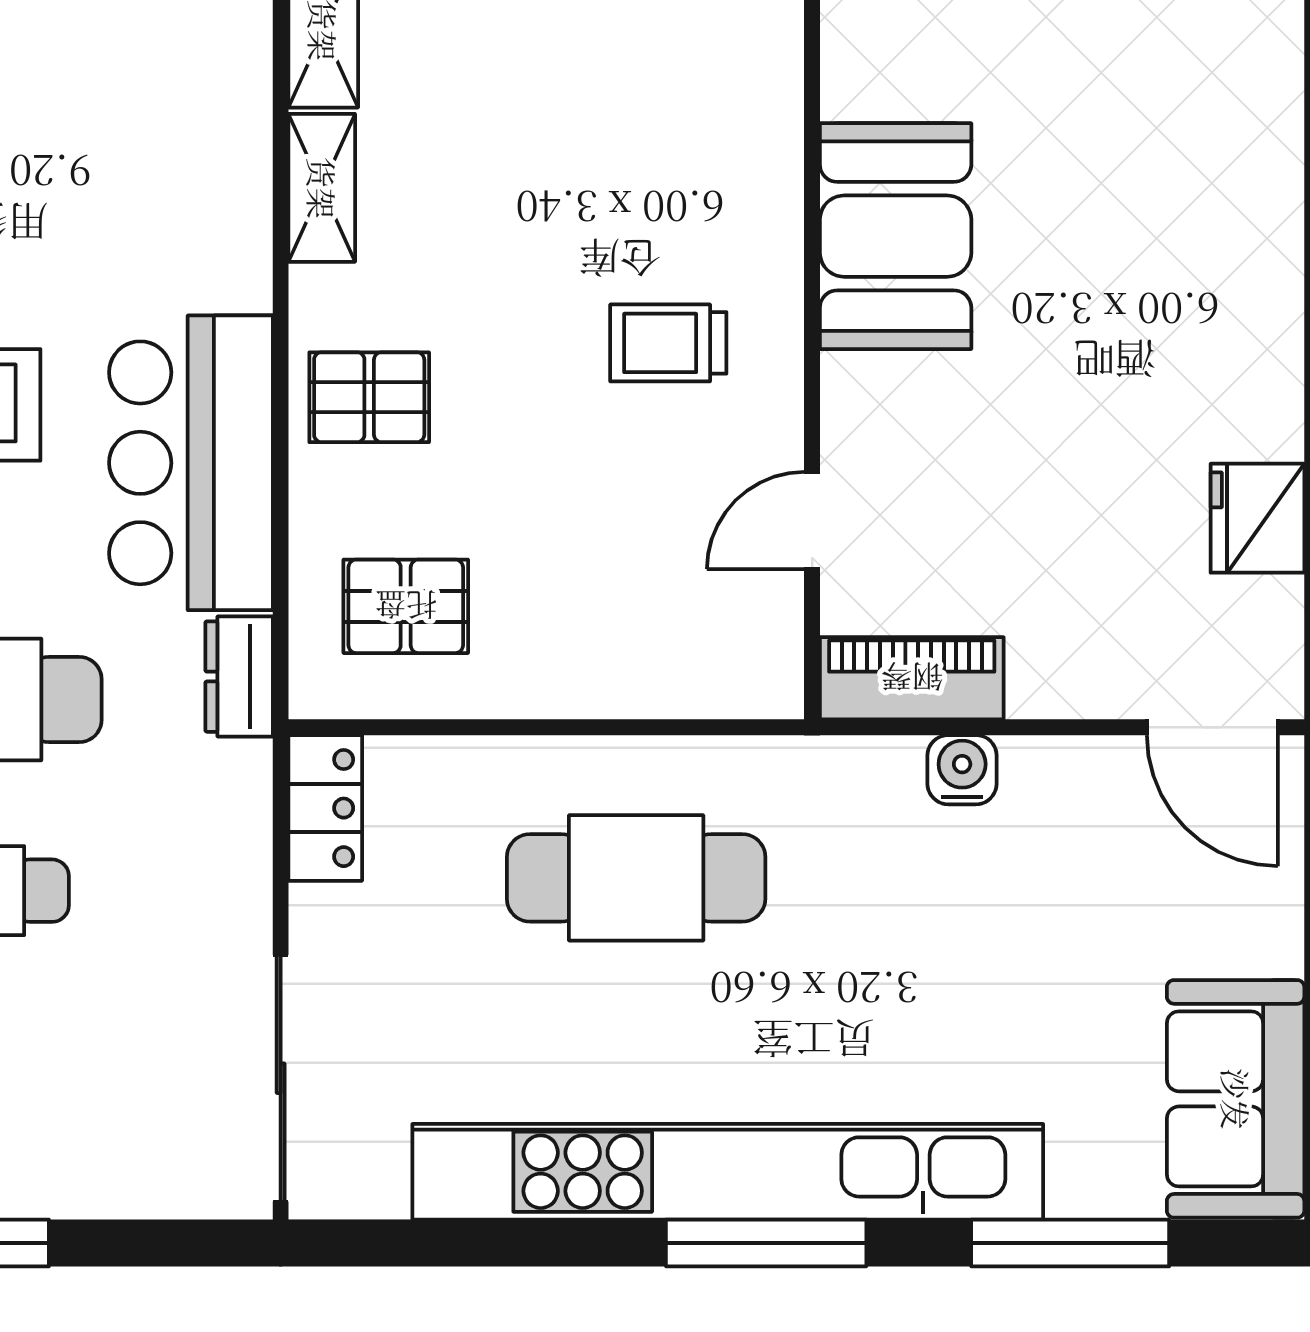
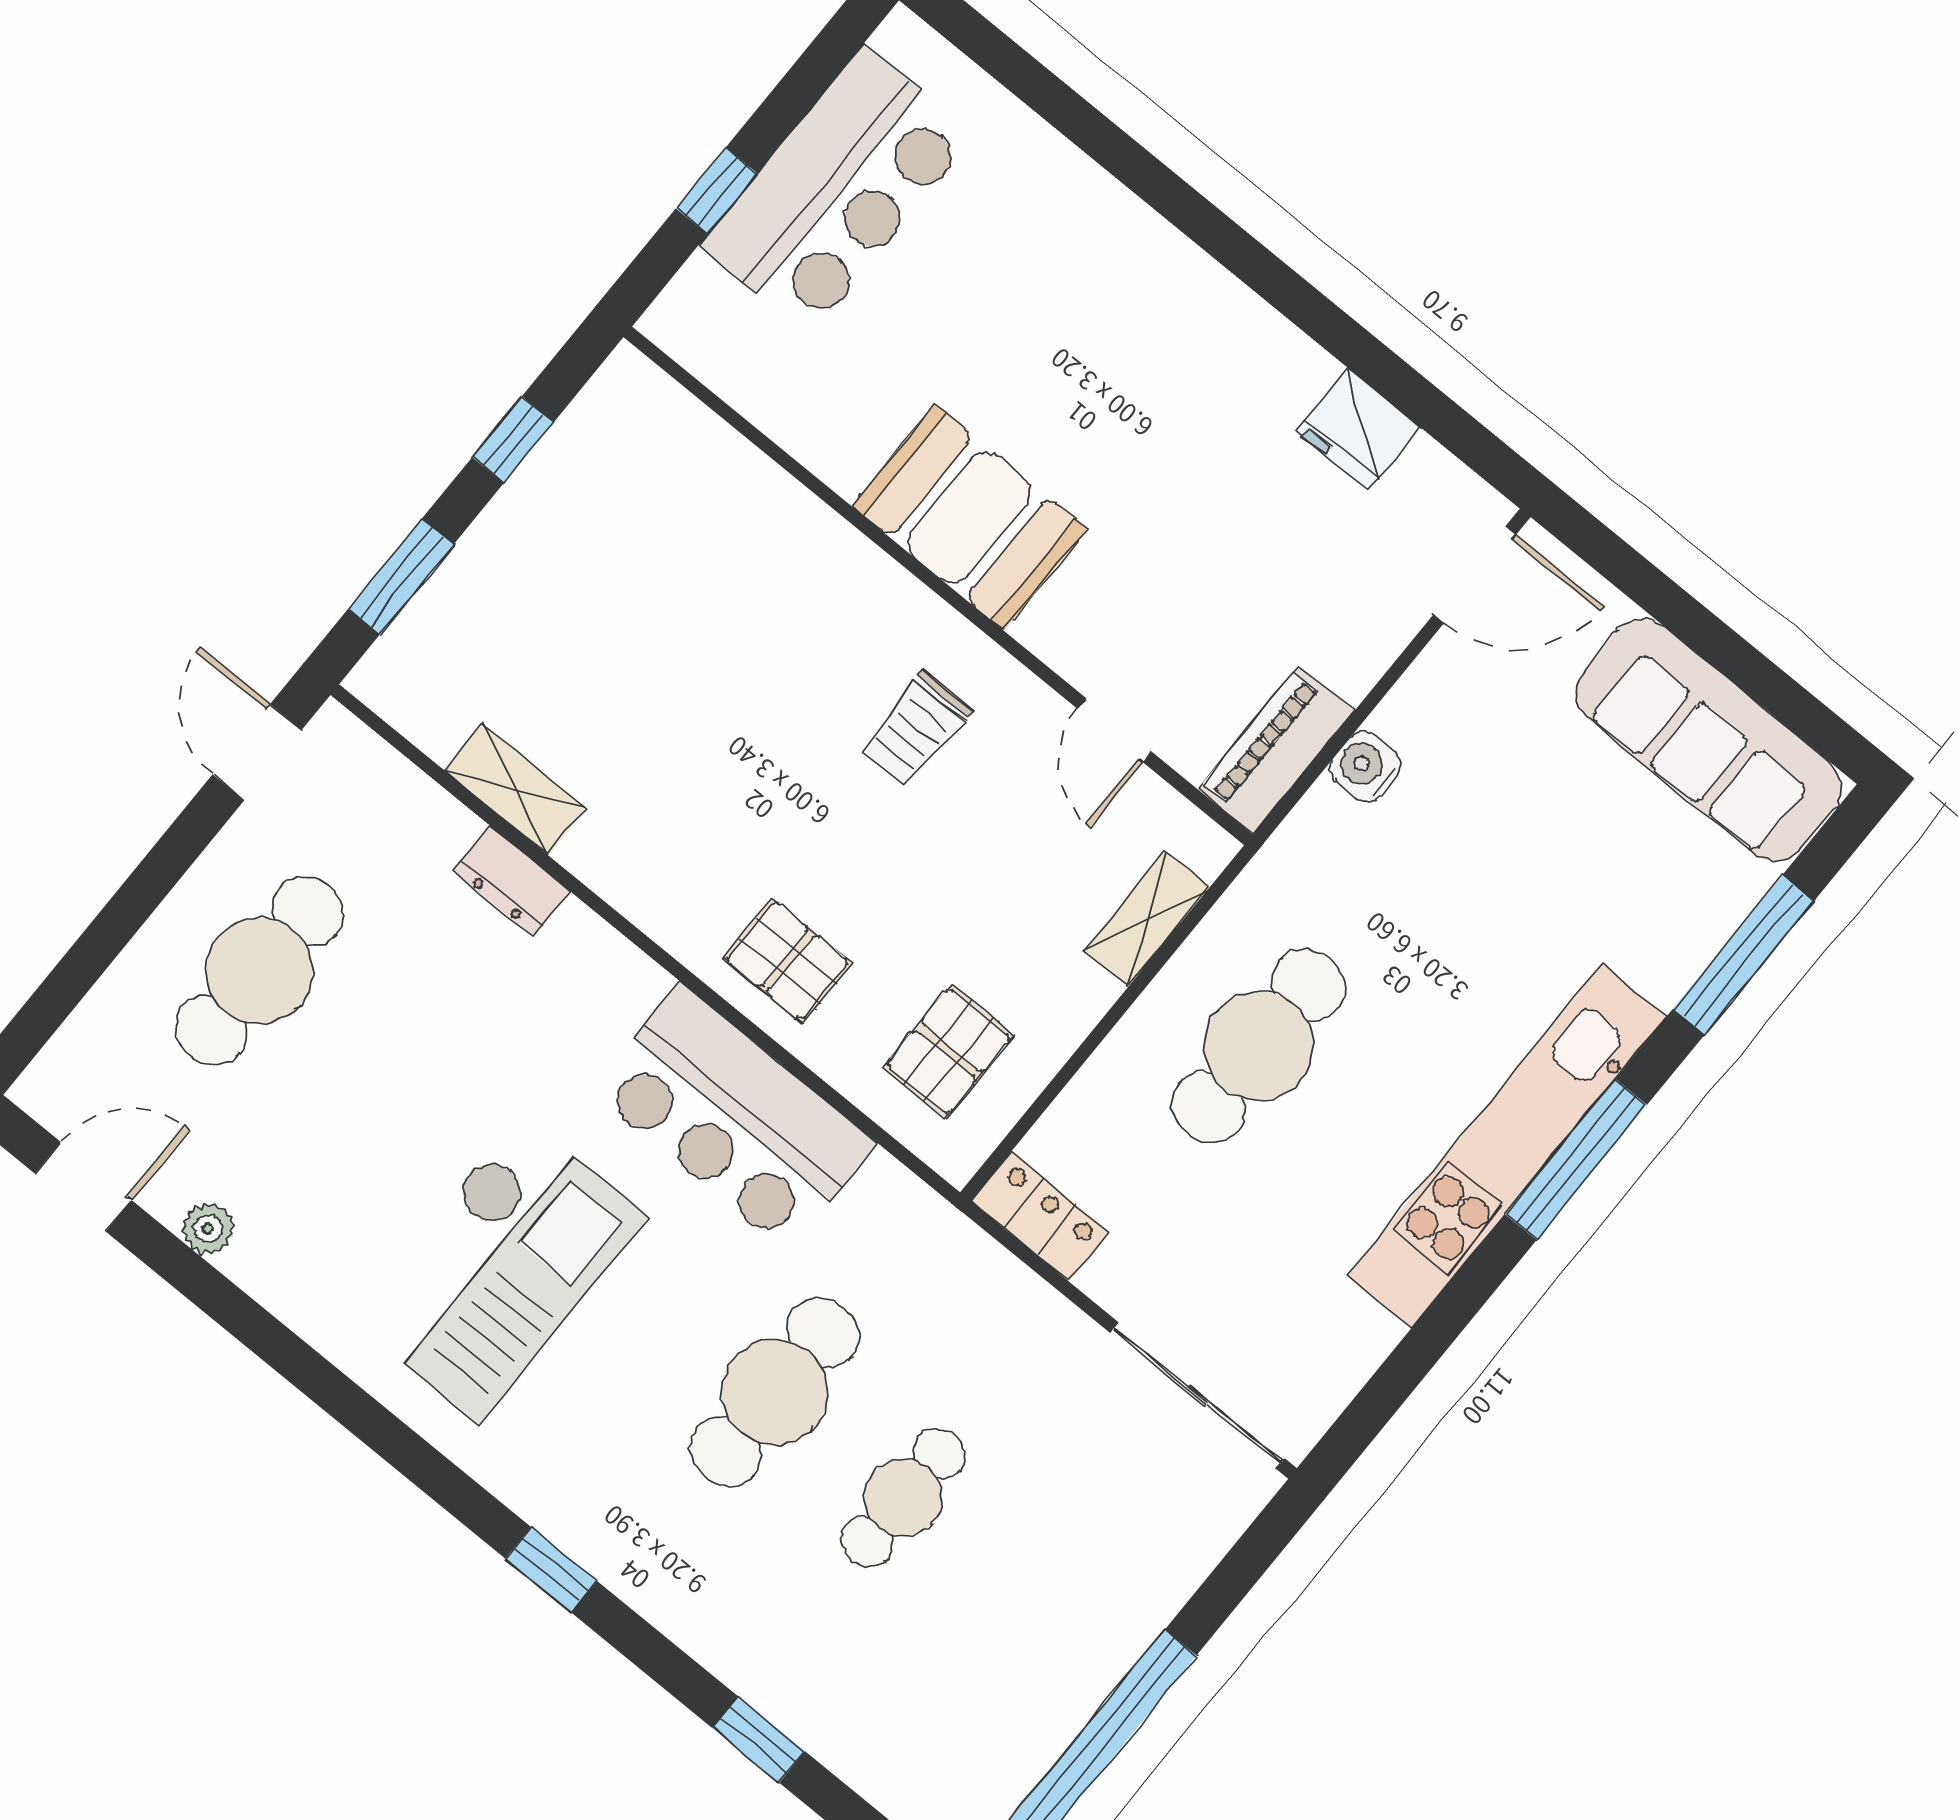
shelving: (322, 188) -> (1147, 919), moved, turned 90
pallet: (369, 397) -> (788, 961), turned 90
dresser: (239, 677) -> (511, 881), moved
sofa: (1236, 1099) -> (1709, 740), width x1.36
kitchen unit: (728, 1172) -> (1507, 1146), width x0.73

